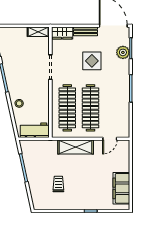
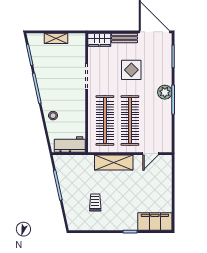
shelving: (38, 32) -> (56, 38), moved
plant: (123, 52) -> (165, 92), moved
filing cabinet: (121, 188) -> (155, 221), moved, turned 90

